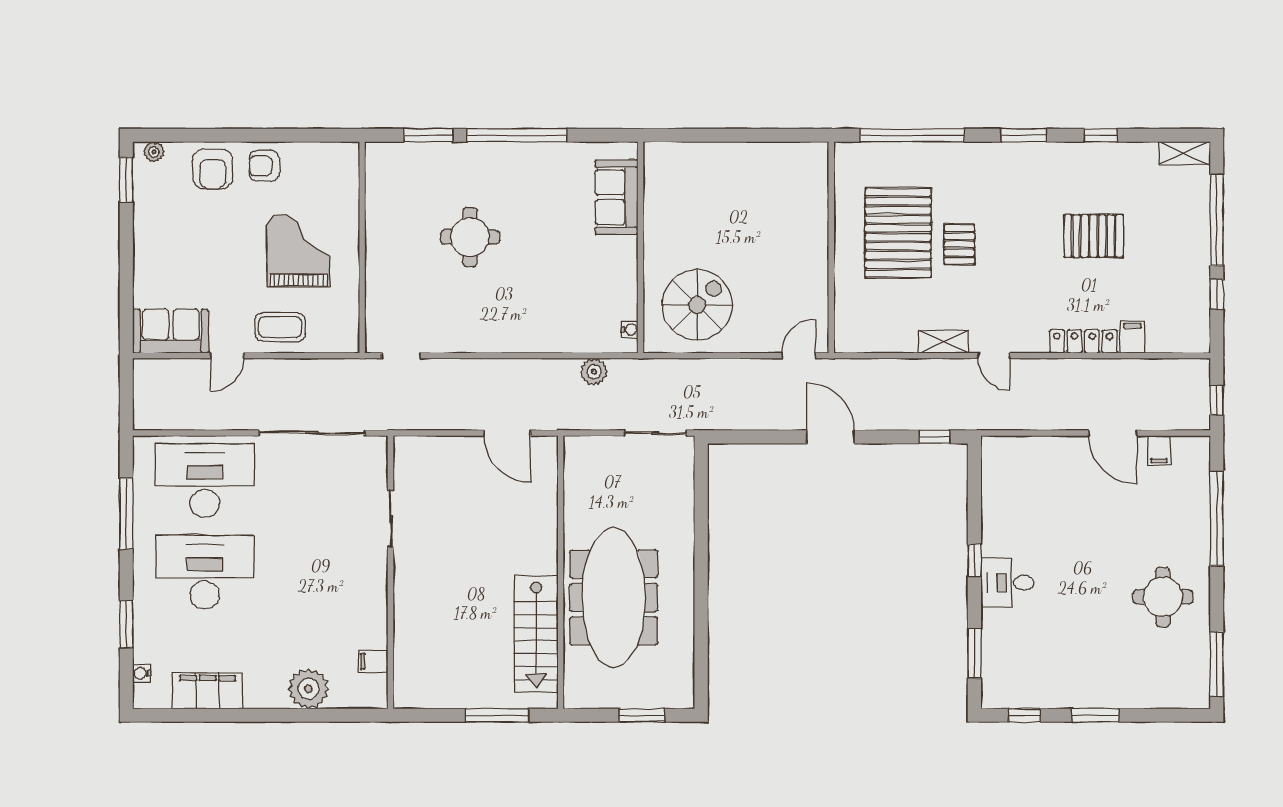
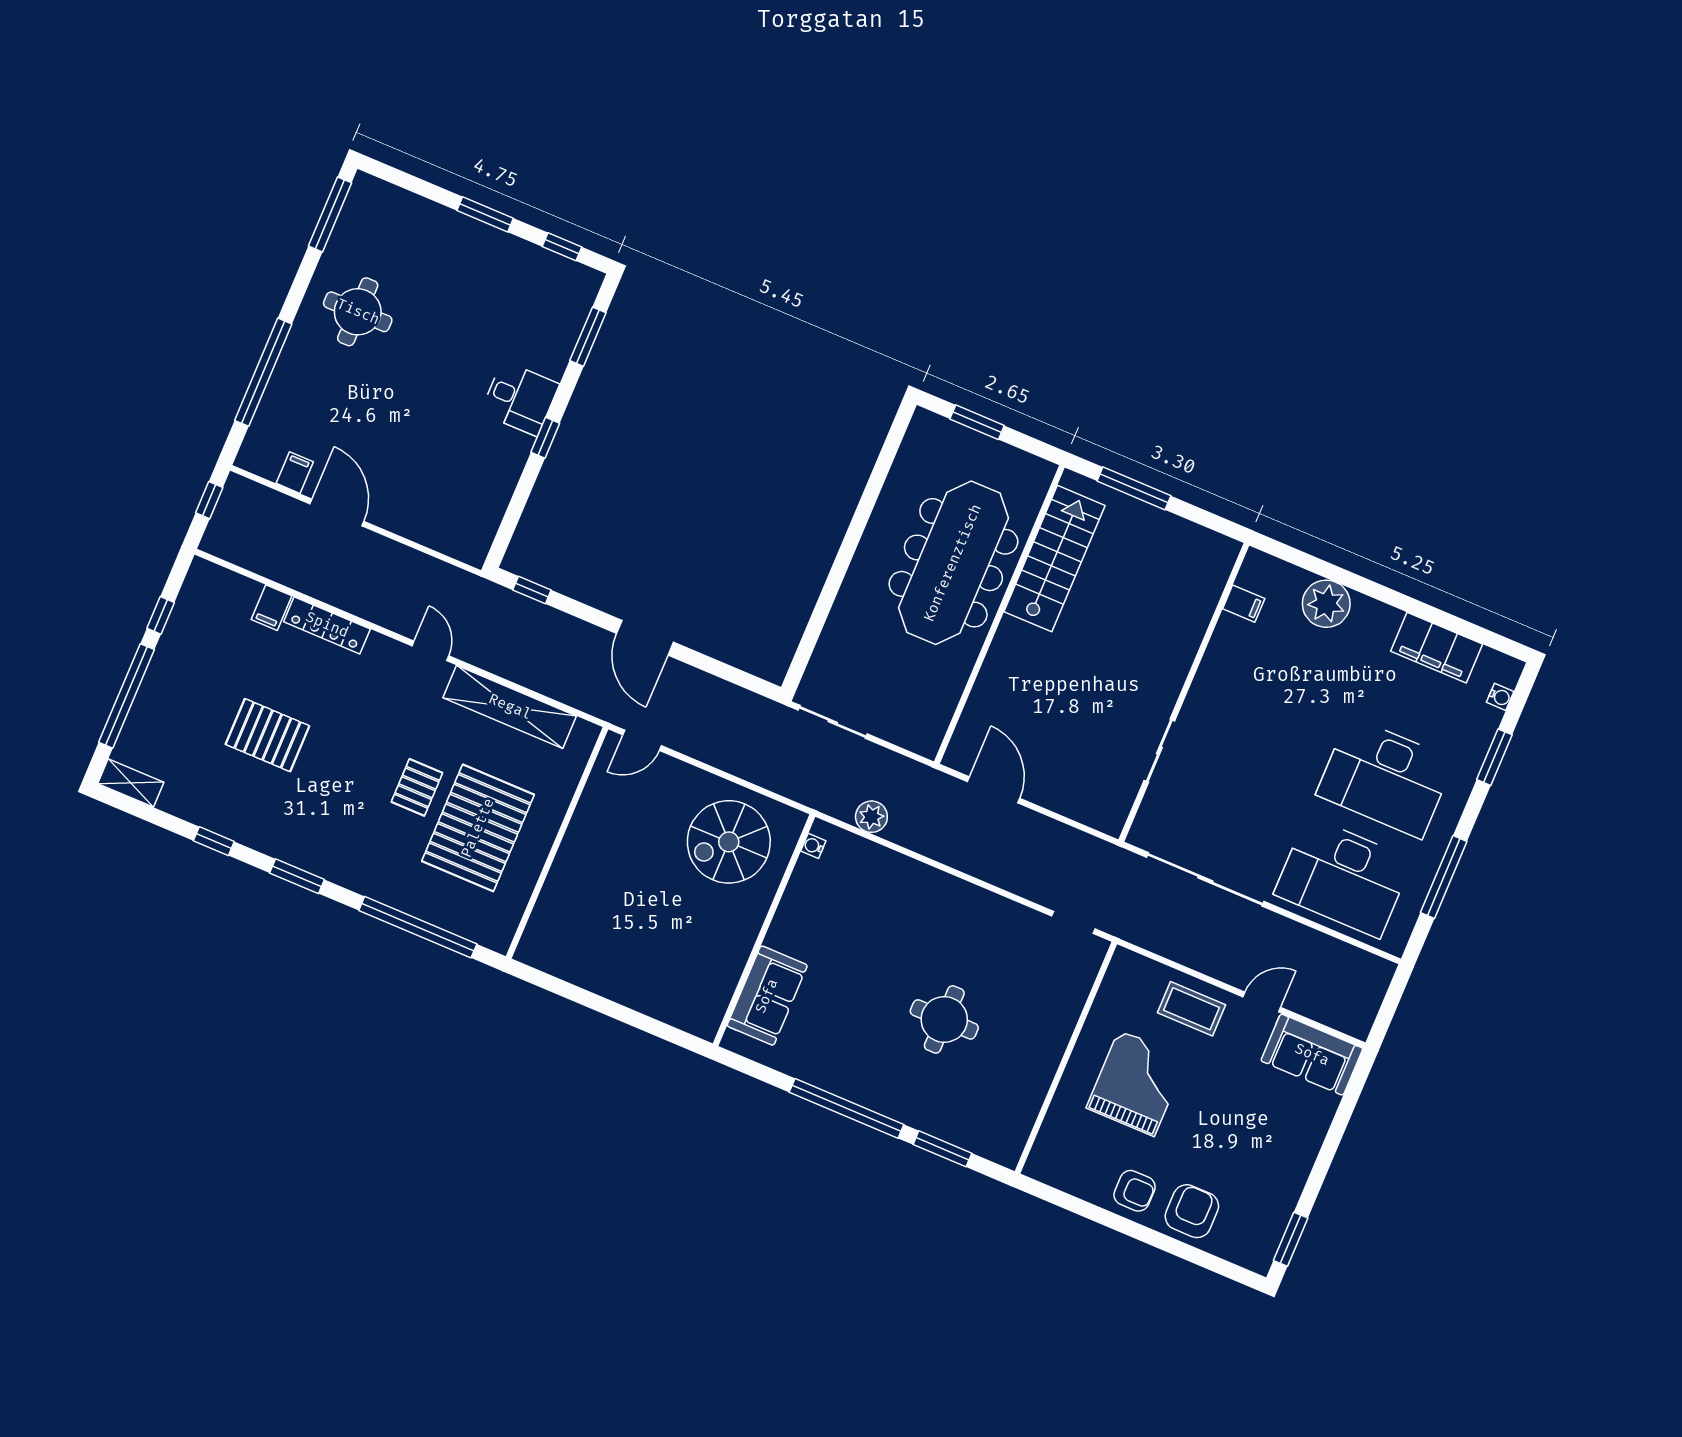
plant: (154, 152) -> (1248, 1257), removed
grand piano: (298, 251) -> (1137, 1083), turned 180
shelving: (944, 342) -> (510, 707), width x2.20, depth x1.33

